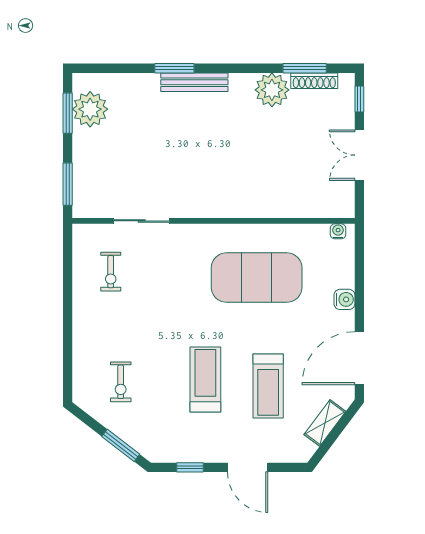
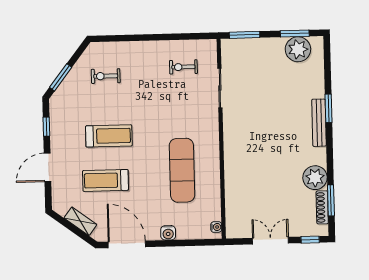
exercise mat: (257, 278) -> (182, 170), width x0.68

